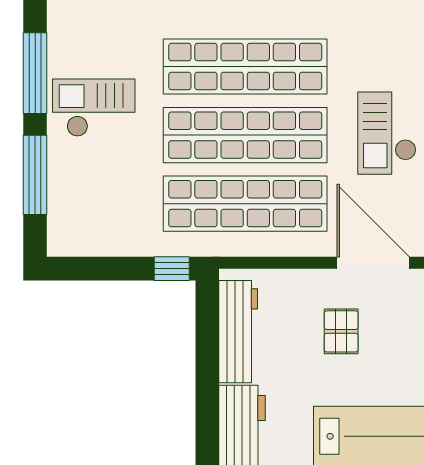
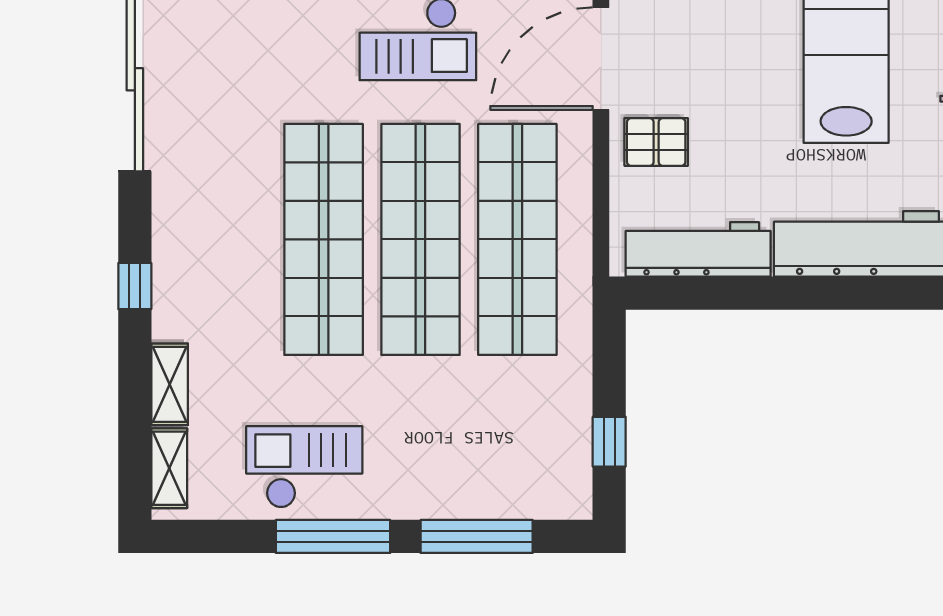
checkout: (94, 108) -> (304, 467), moved, turned 90
window: (172, 269) -> (609, 442), moved
pallet: (341, 331) -> (656, 142), moved

